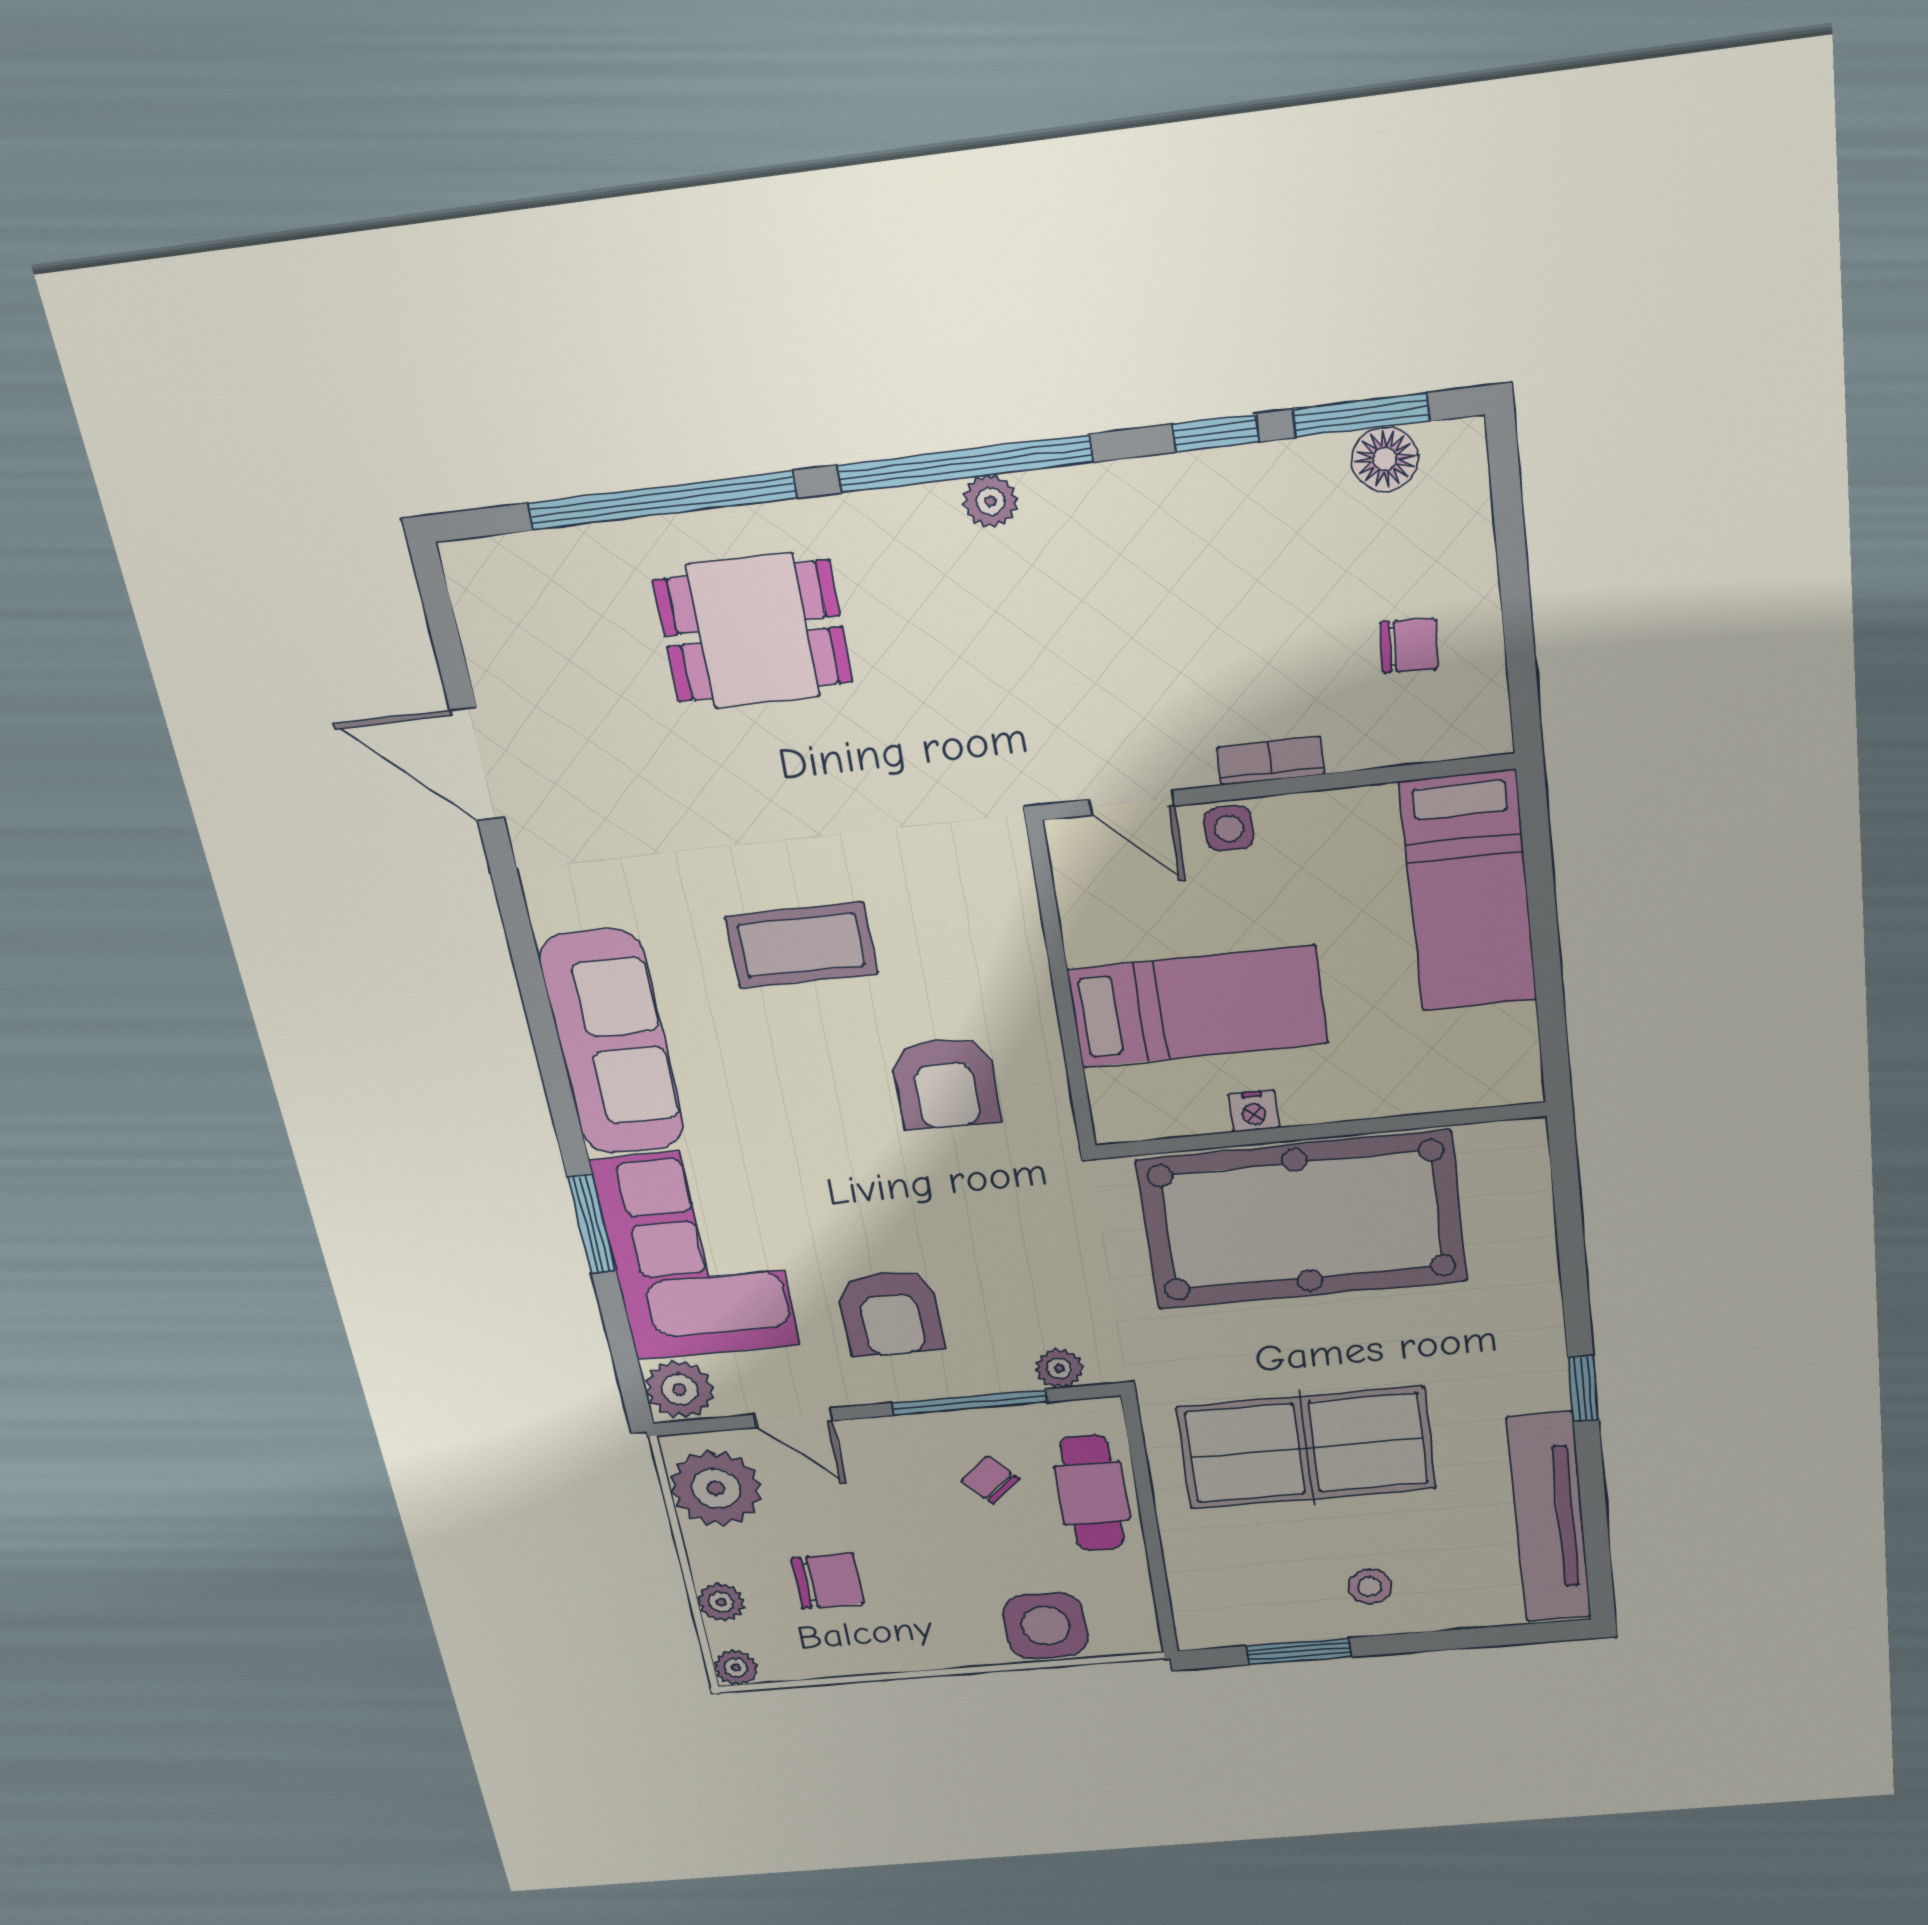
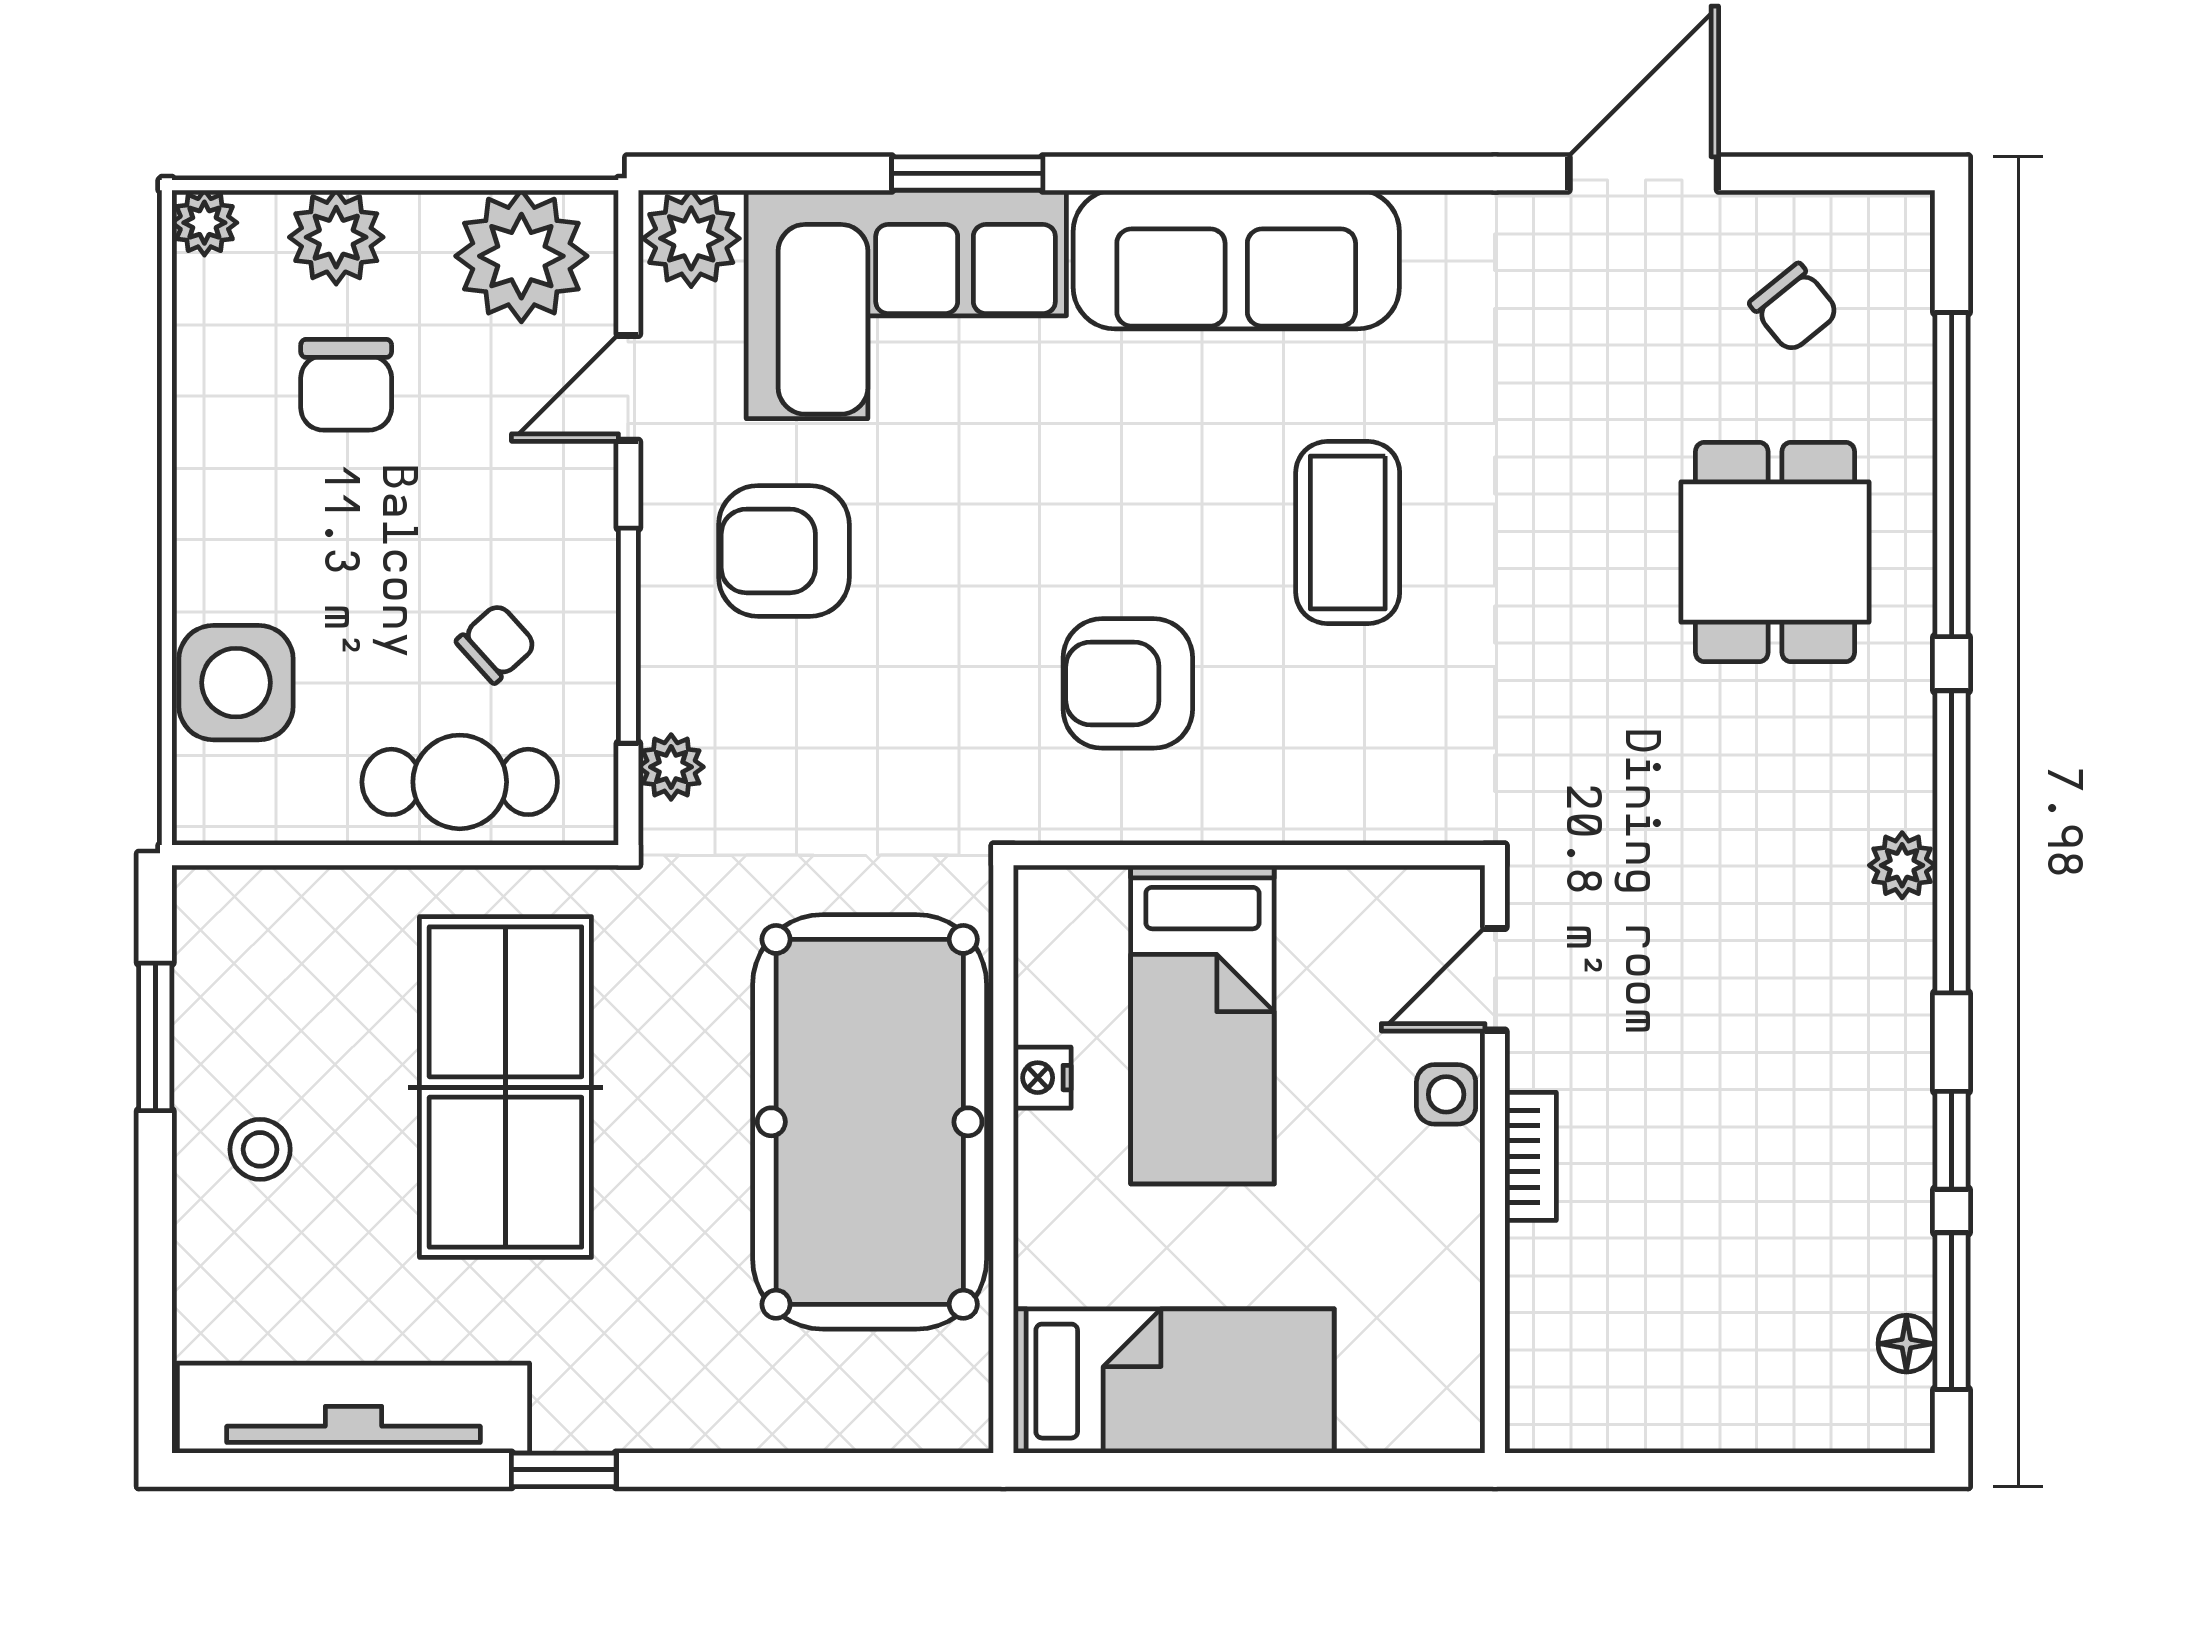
floor lamp: (1385, 459) -> (1906, 1344), width x0.73, depth x0.73
chair: (1409, 646) -> (1794, 308), moved, turned -42
bed: (1469, 892) -> (1174, 1381), moved, turned 180
plant: (721, 1602) -> (336, 237), width x1.38, depth x1.38

